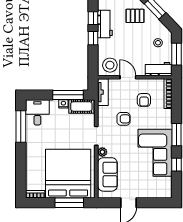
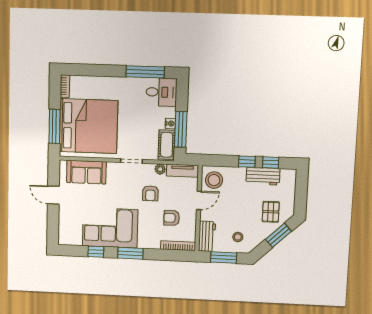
plant: (102, 152) -> (160, 169), moved

